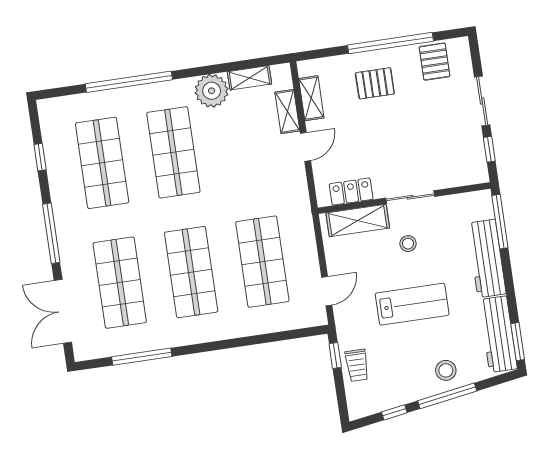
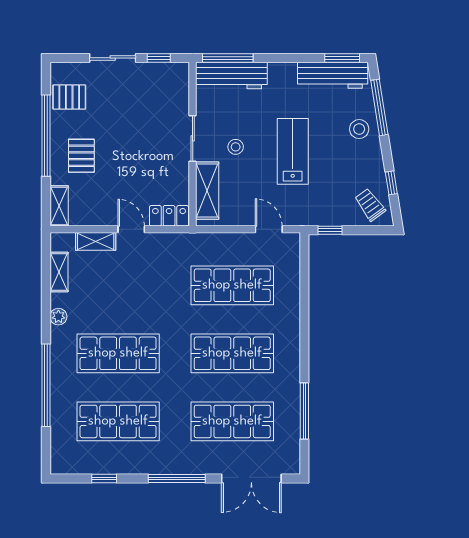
plant: (212, 91) -> (58, 317), width x0.53, depth x0.53
shelving: (311, 98) -> (59, 206), moved, turned 90
locker: (351, 192) -> (169, 216), moved, turned 90
workbench: (487, 258) -> (231, 75), moved
trolley: (357, 365) -> (370, 205), moved, turned -126
window: (447, 396) -> (379, 107), moved

